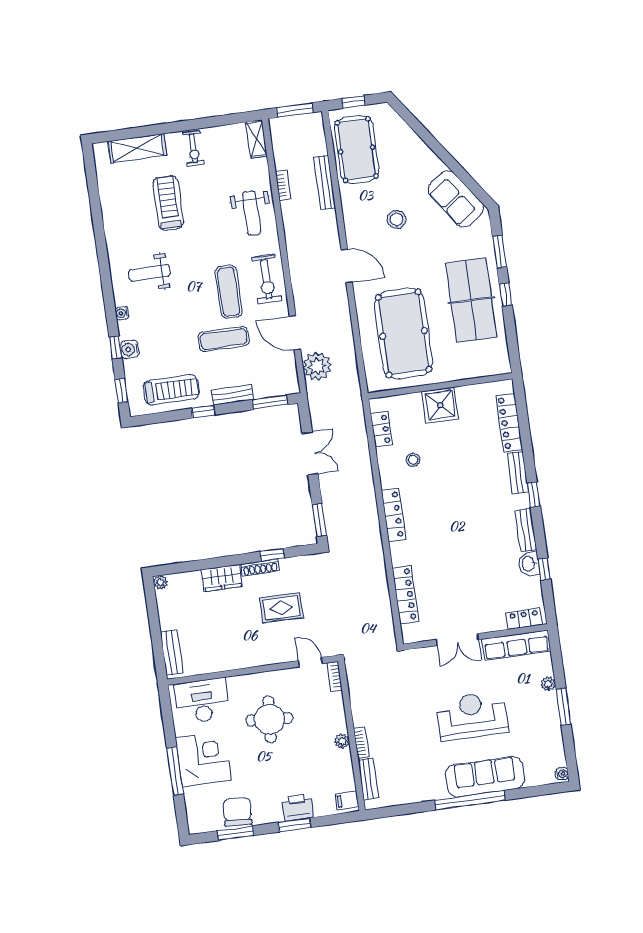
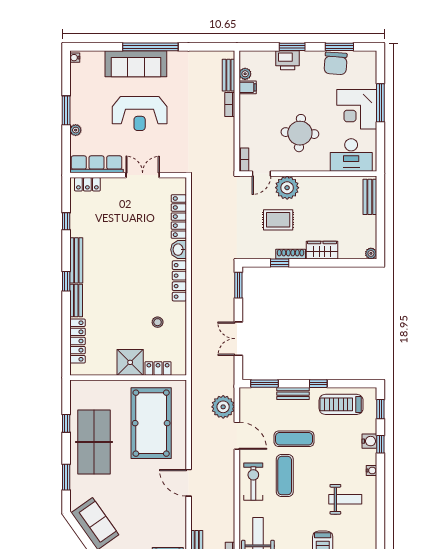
stool: (396, 219) -> (144, 514), removed
window: (506, 295) -> (66, 423), moved
locker: (381, 429) -> (158, 368), moved, turned 90
bench: (526, 530) -> (76, 260), width x1.36
washbasin: (529, 564) -> (179, 250), moved, turned 180
plant: (276, 649) -> (287, 188), added
door: (310, 662) -> (261, 174), hinge flipped
plant: (342, 741) -> (245, 74), moved
filing cabinet: (347, 801) -> (248, 87), moved

